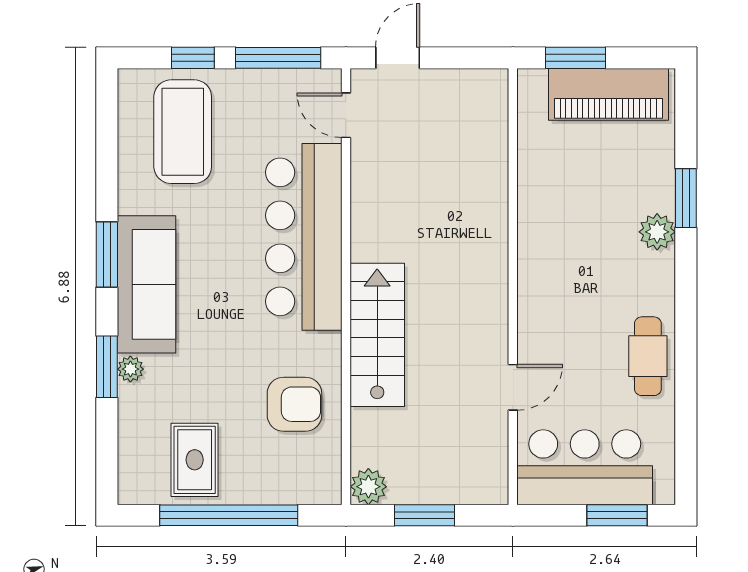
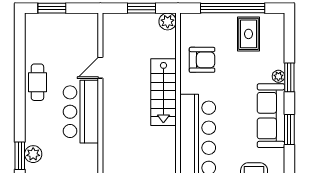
plant: (657, 232) -> (33, 154), moved
armchair: (294, 404) -> (202, 60), turned 180
bar counter: (585, 467) -> (81, 112), moved, turned 90

